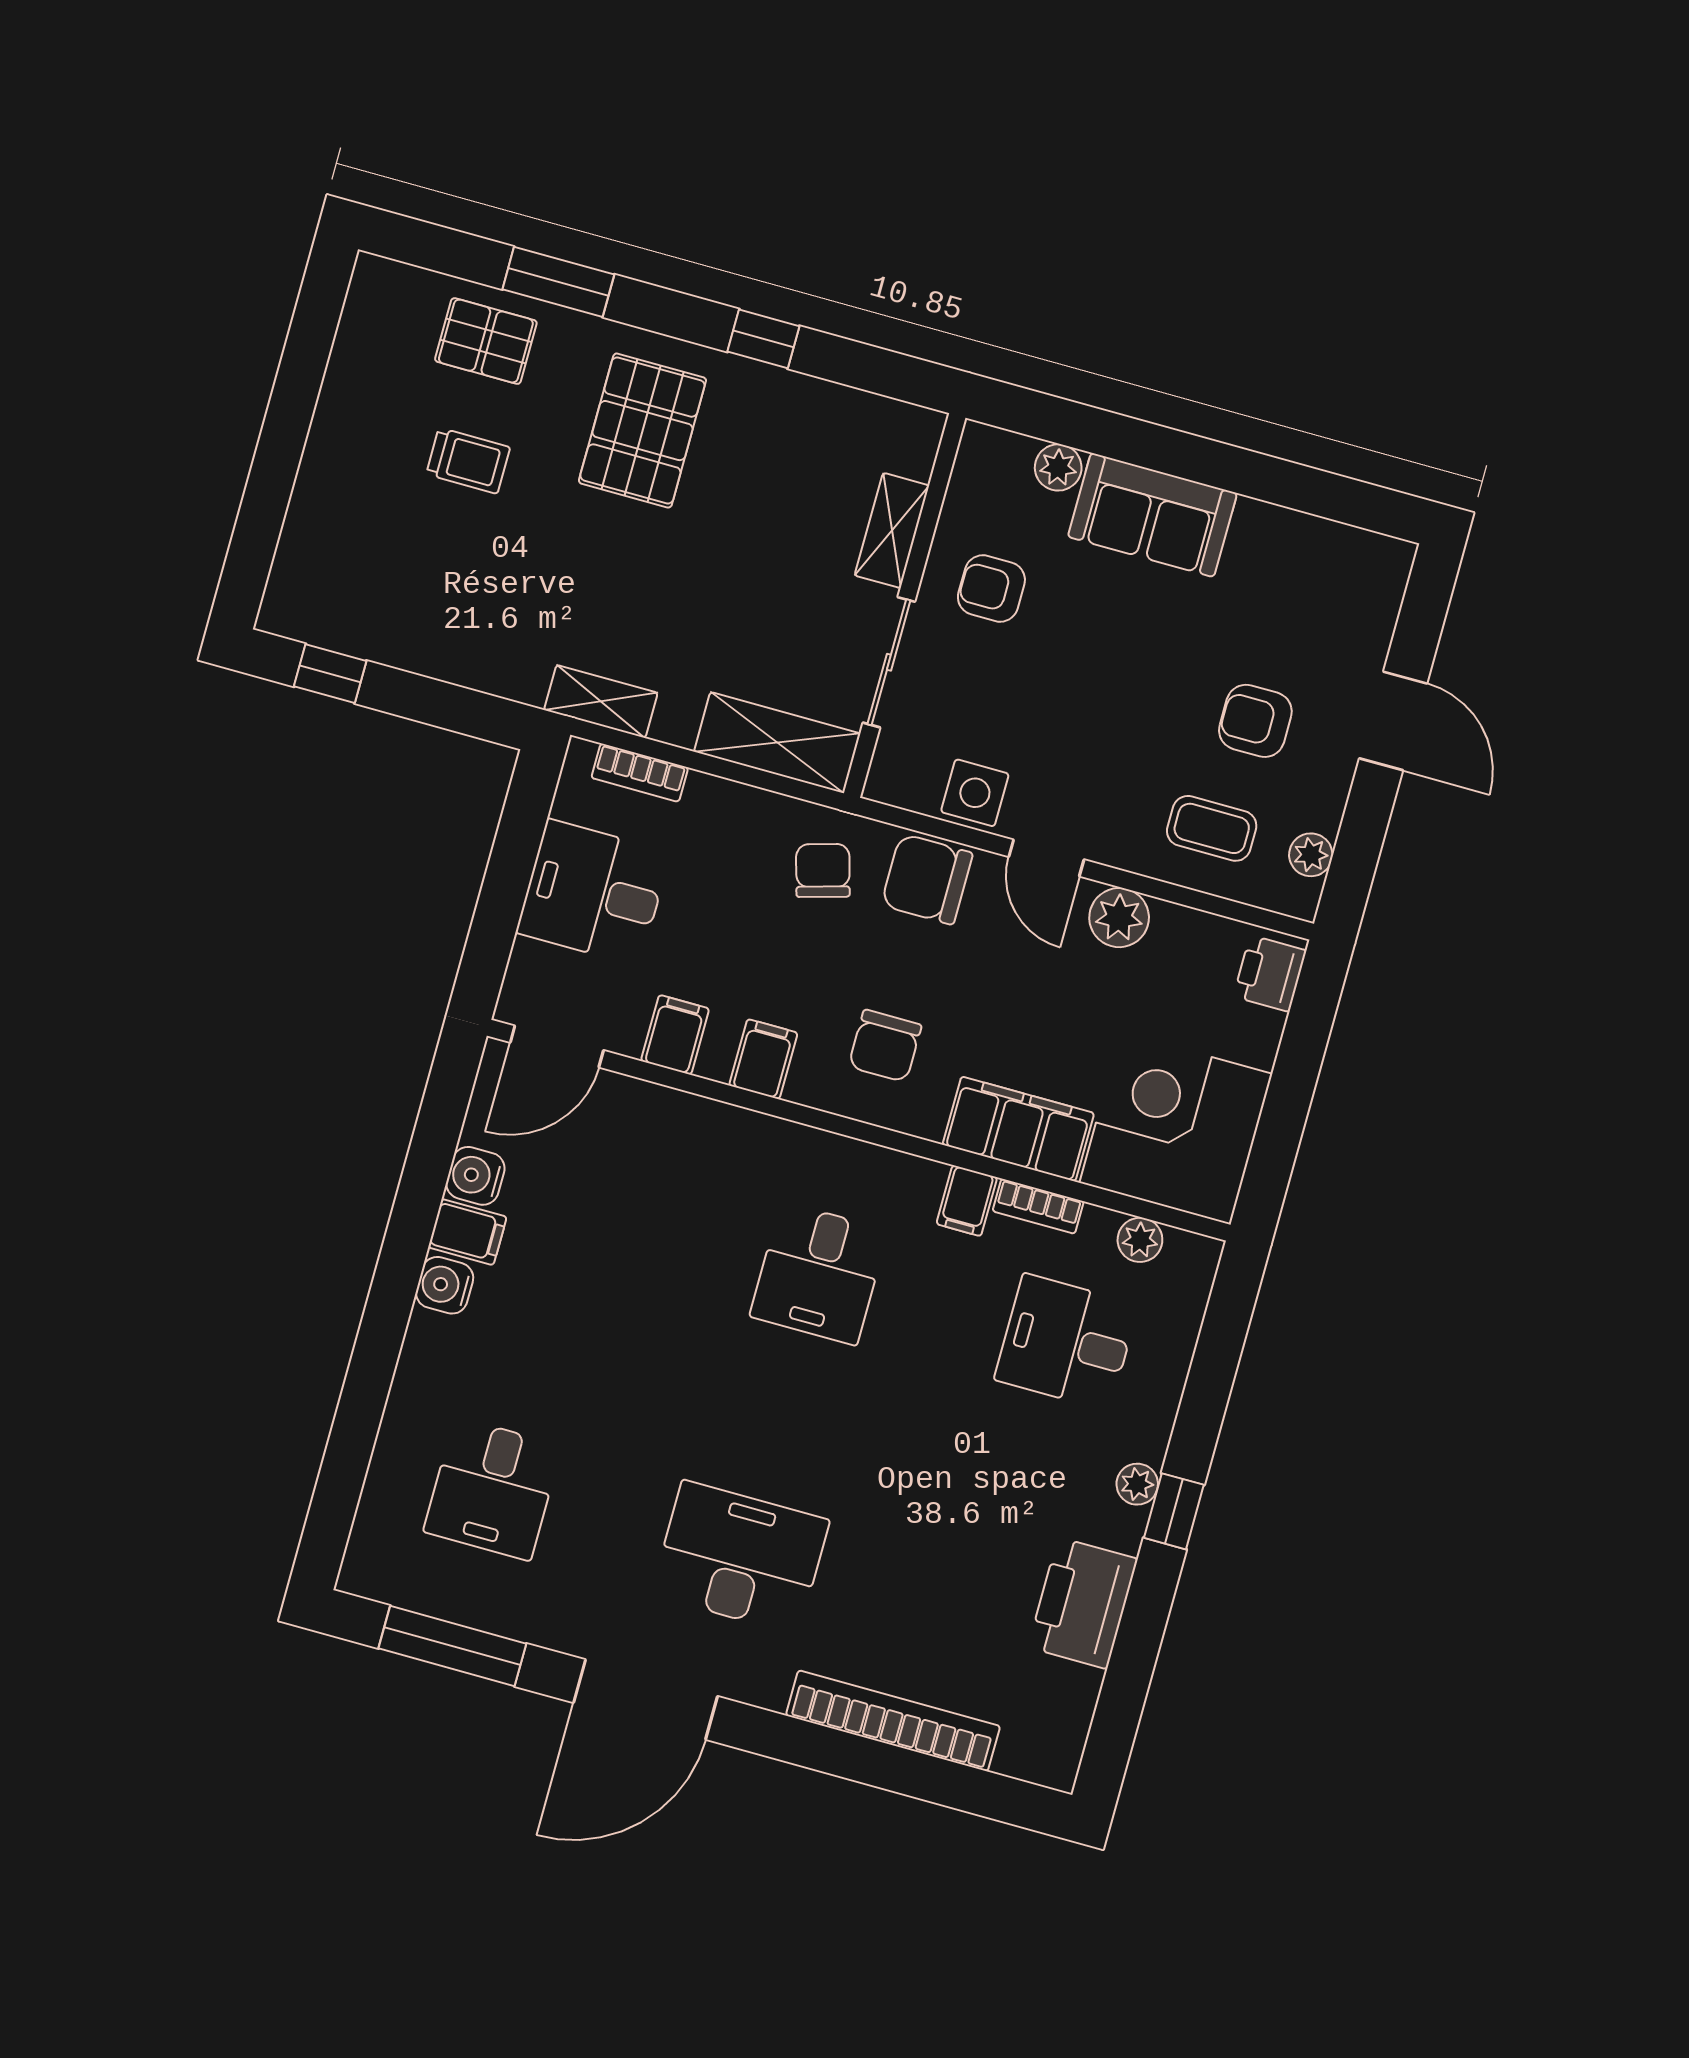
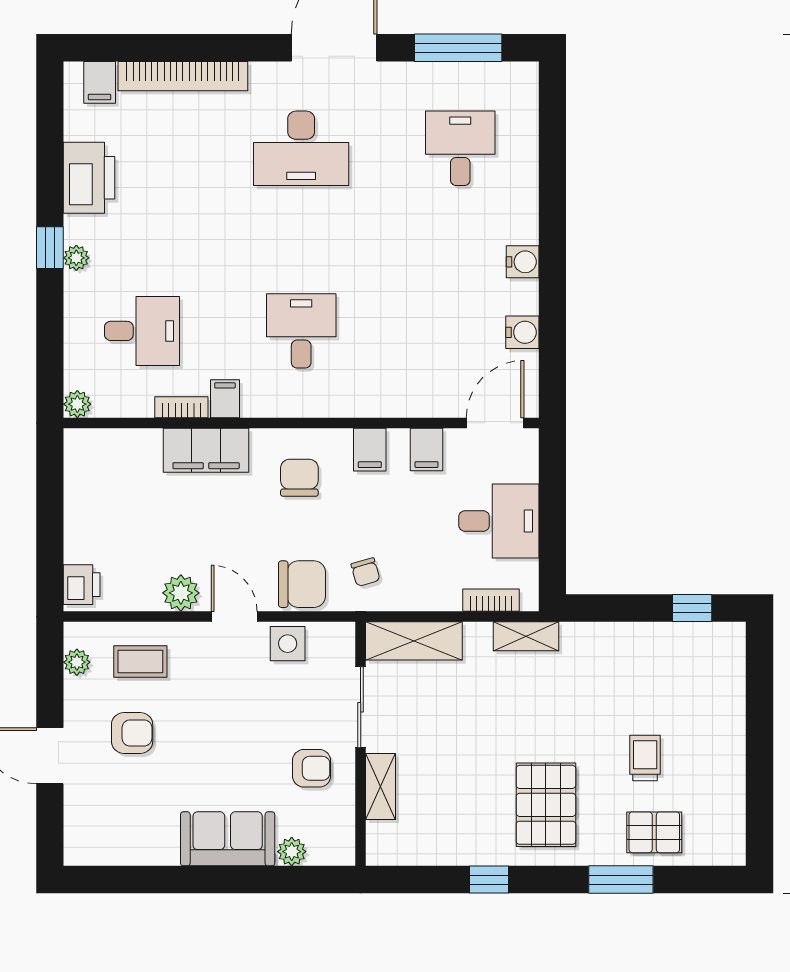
trolley: (468, 461) -> (645, 758), turned 90
chair: (823, 870) -> (365, 572), width x0.73, depth x0.73
corner desk: (1176, 1128) -> (112, 477), removed
filing cabinet: (467, 1232) -> (100, 82), moved, turned -90
plant: (1140, 1240) -> (77, 404), moved

